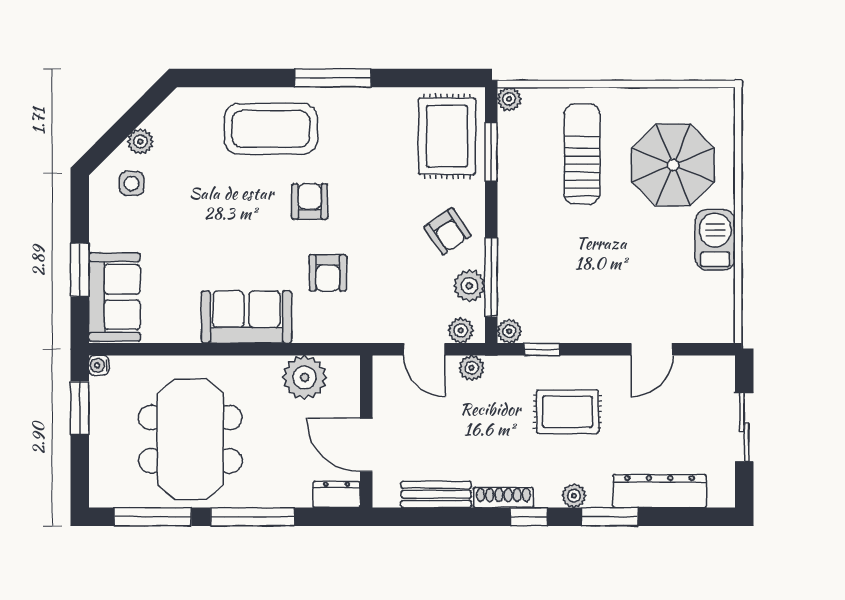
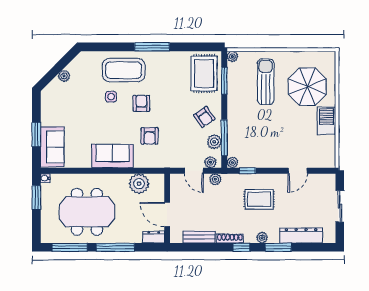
side table: (132, 183) -> (111, 97), moved
meeting table: (190, 439) -> (87, 212), turned 90

